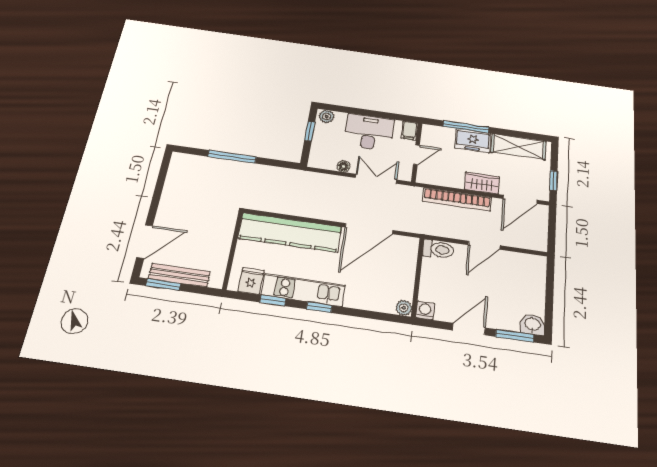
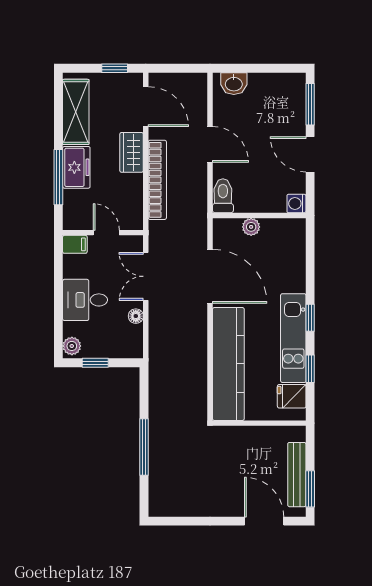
desk: (369, 132) -> (85, 300), width x0.73
plant: (404, 308) -> (251, 227), moved
washbasin: (533, 325) -> (234, 84), moved, turned -90

